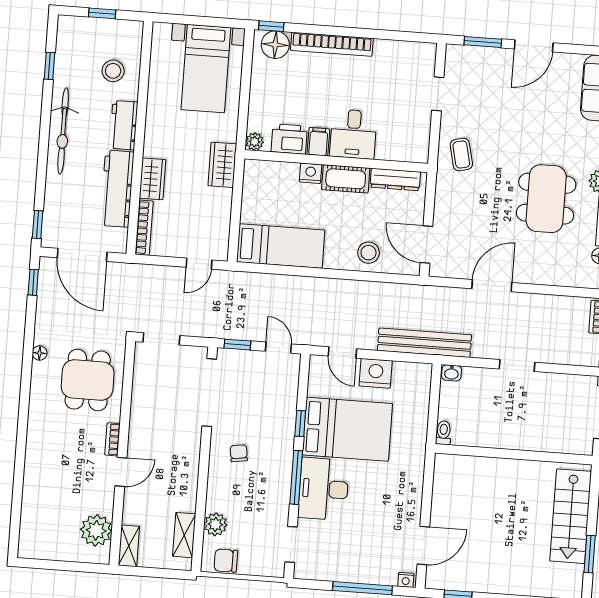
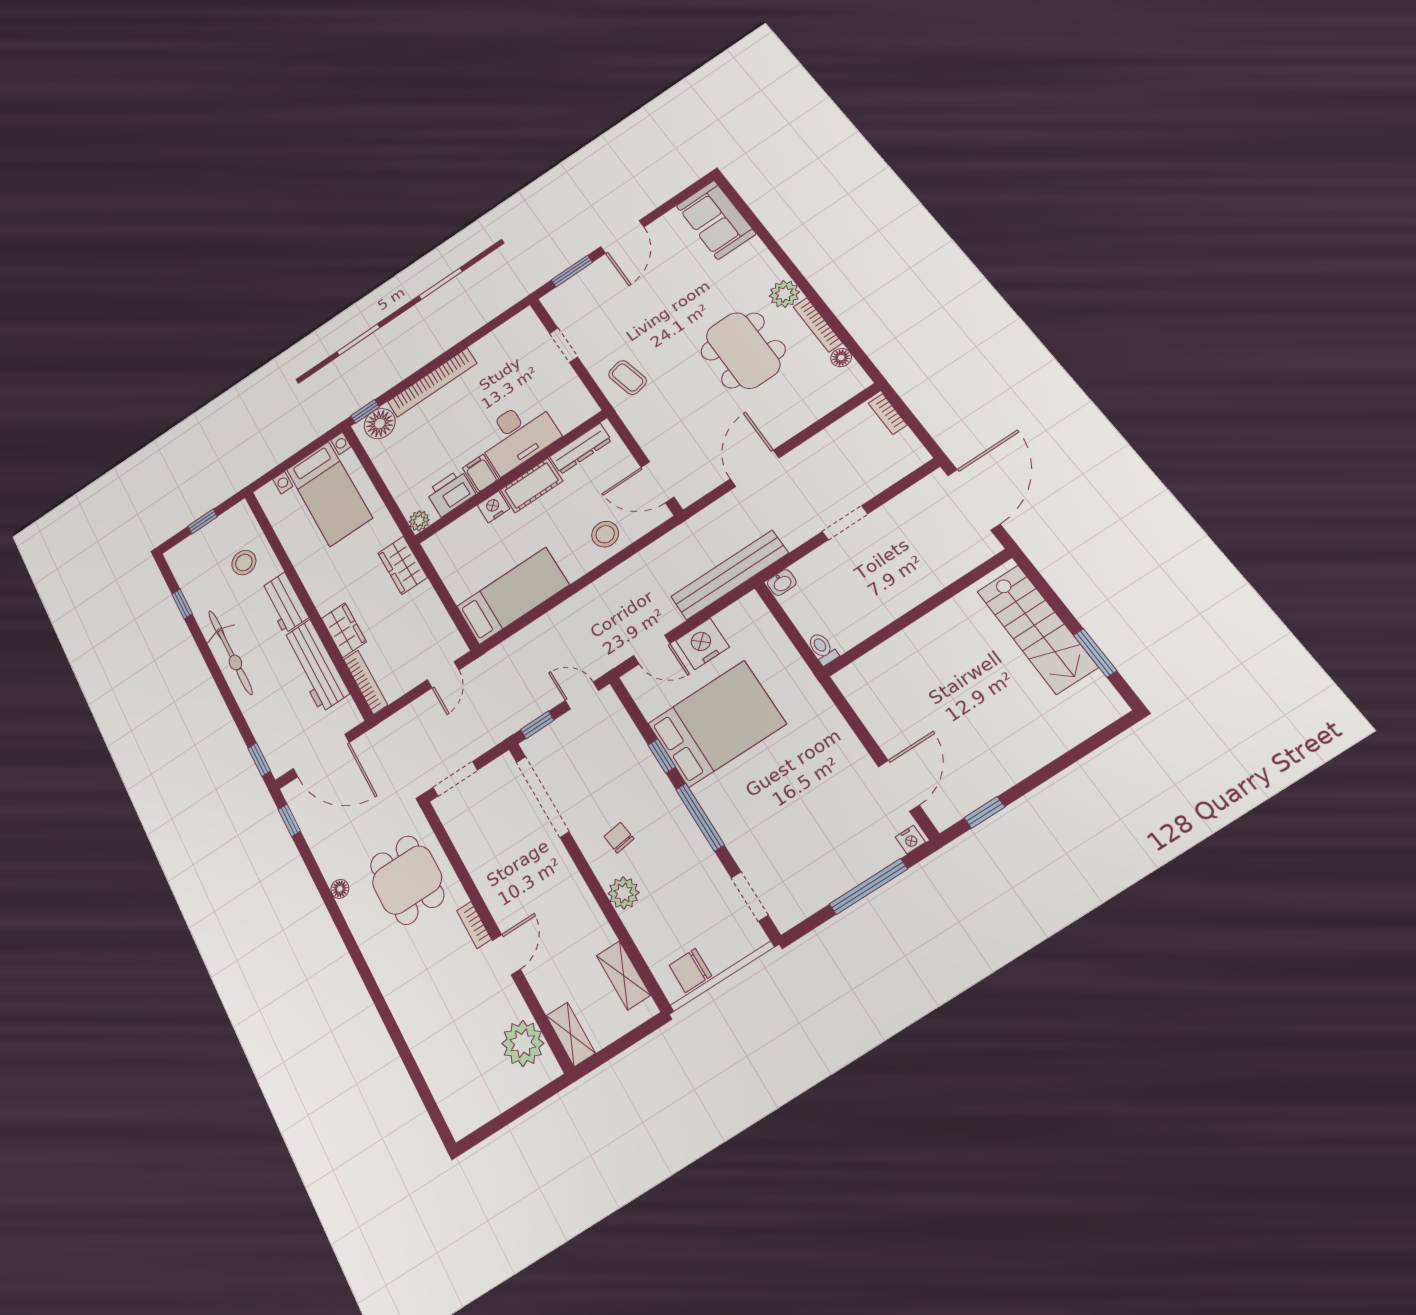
desk: (353, 134) -> (517, 435), width x1.37
desk: (324, 489) -> (739, 807), removed
plant: (215, 524) -> (624, 893), moved

